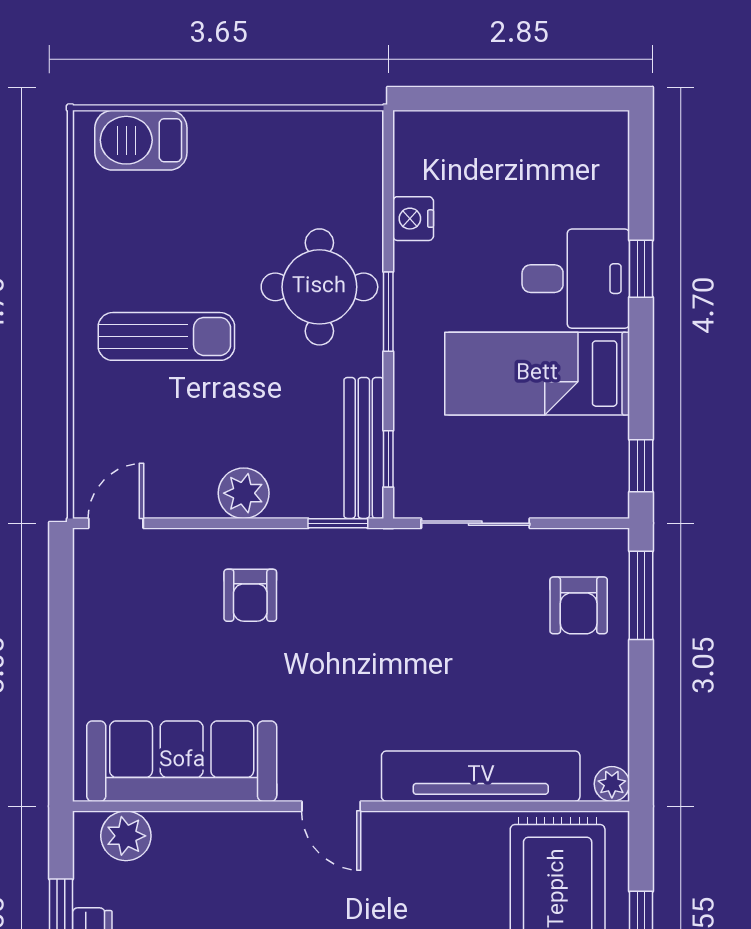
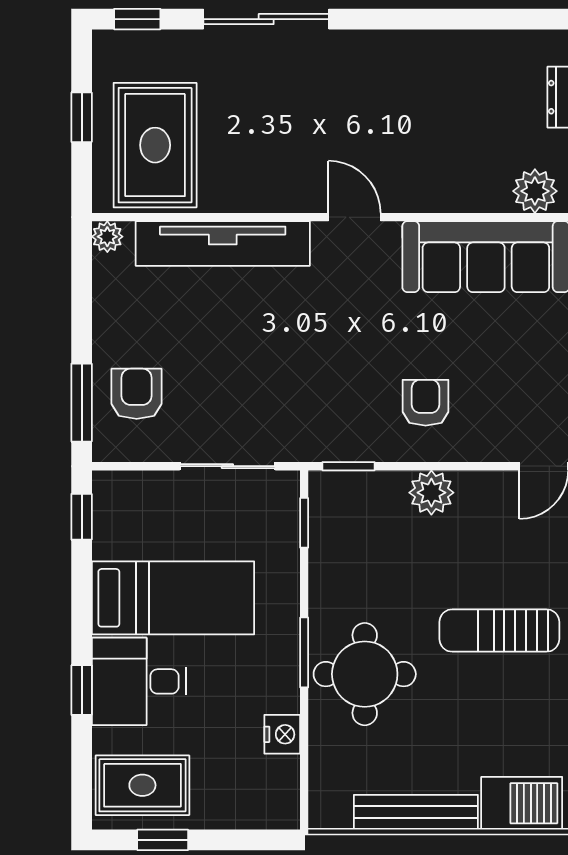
window: (549, 99) -> (163, 840), added
rug: (572, 161) -> (142, 785), added
bench: (364, 448) -> (416, 812), moved, turned 90

